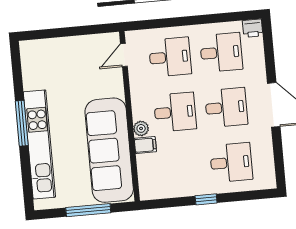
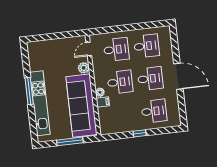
printer: (253, 28) -> (165, 31), removed
plant: (114, 87) -> (84, 68), added

